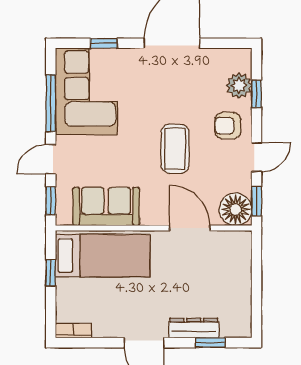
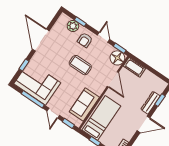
door: (190, 228) -> (113, 79), swing flipped
cot: (240, 253) -> (134, 67), added

